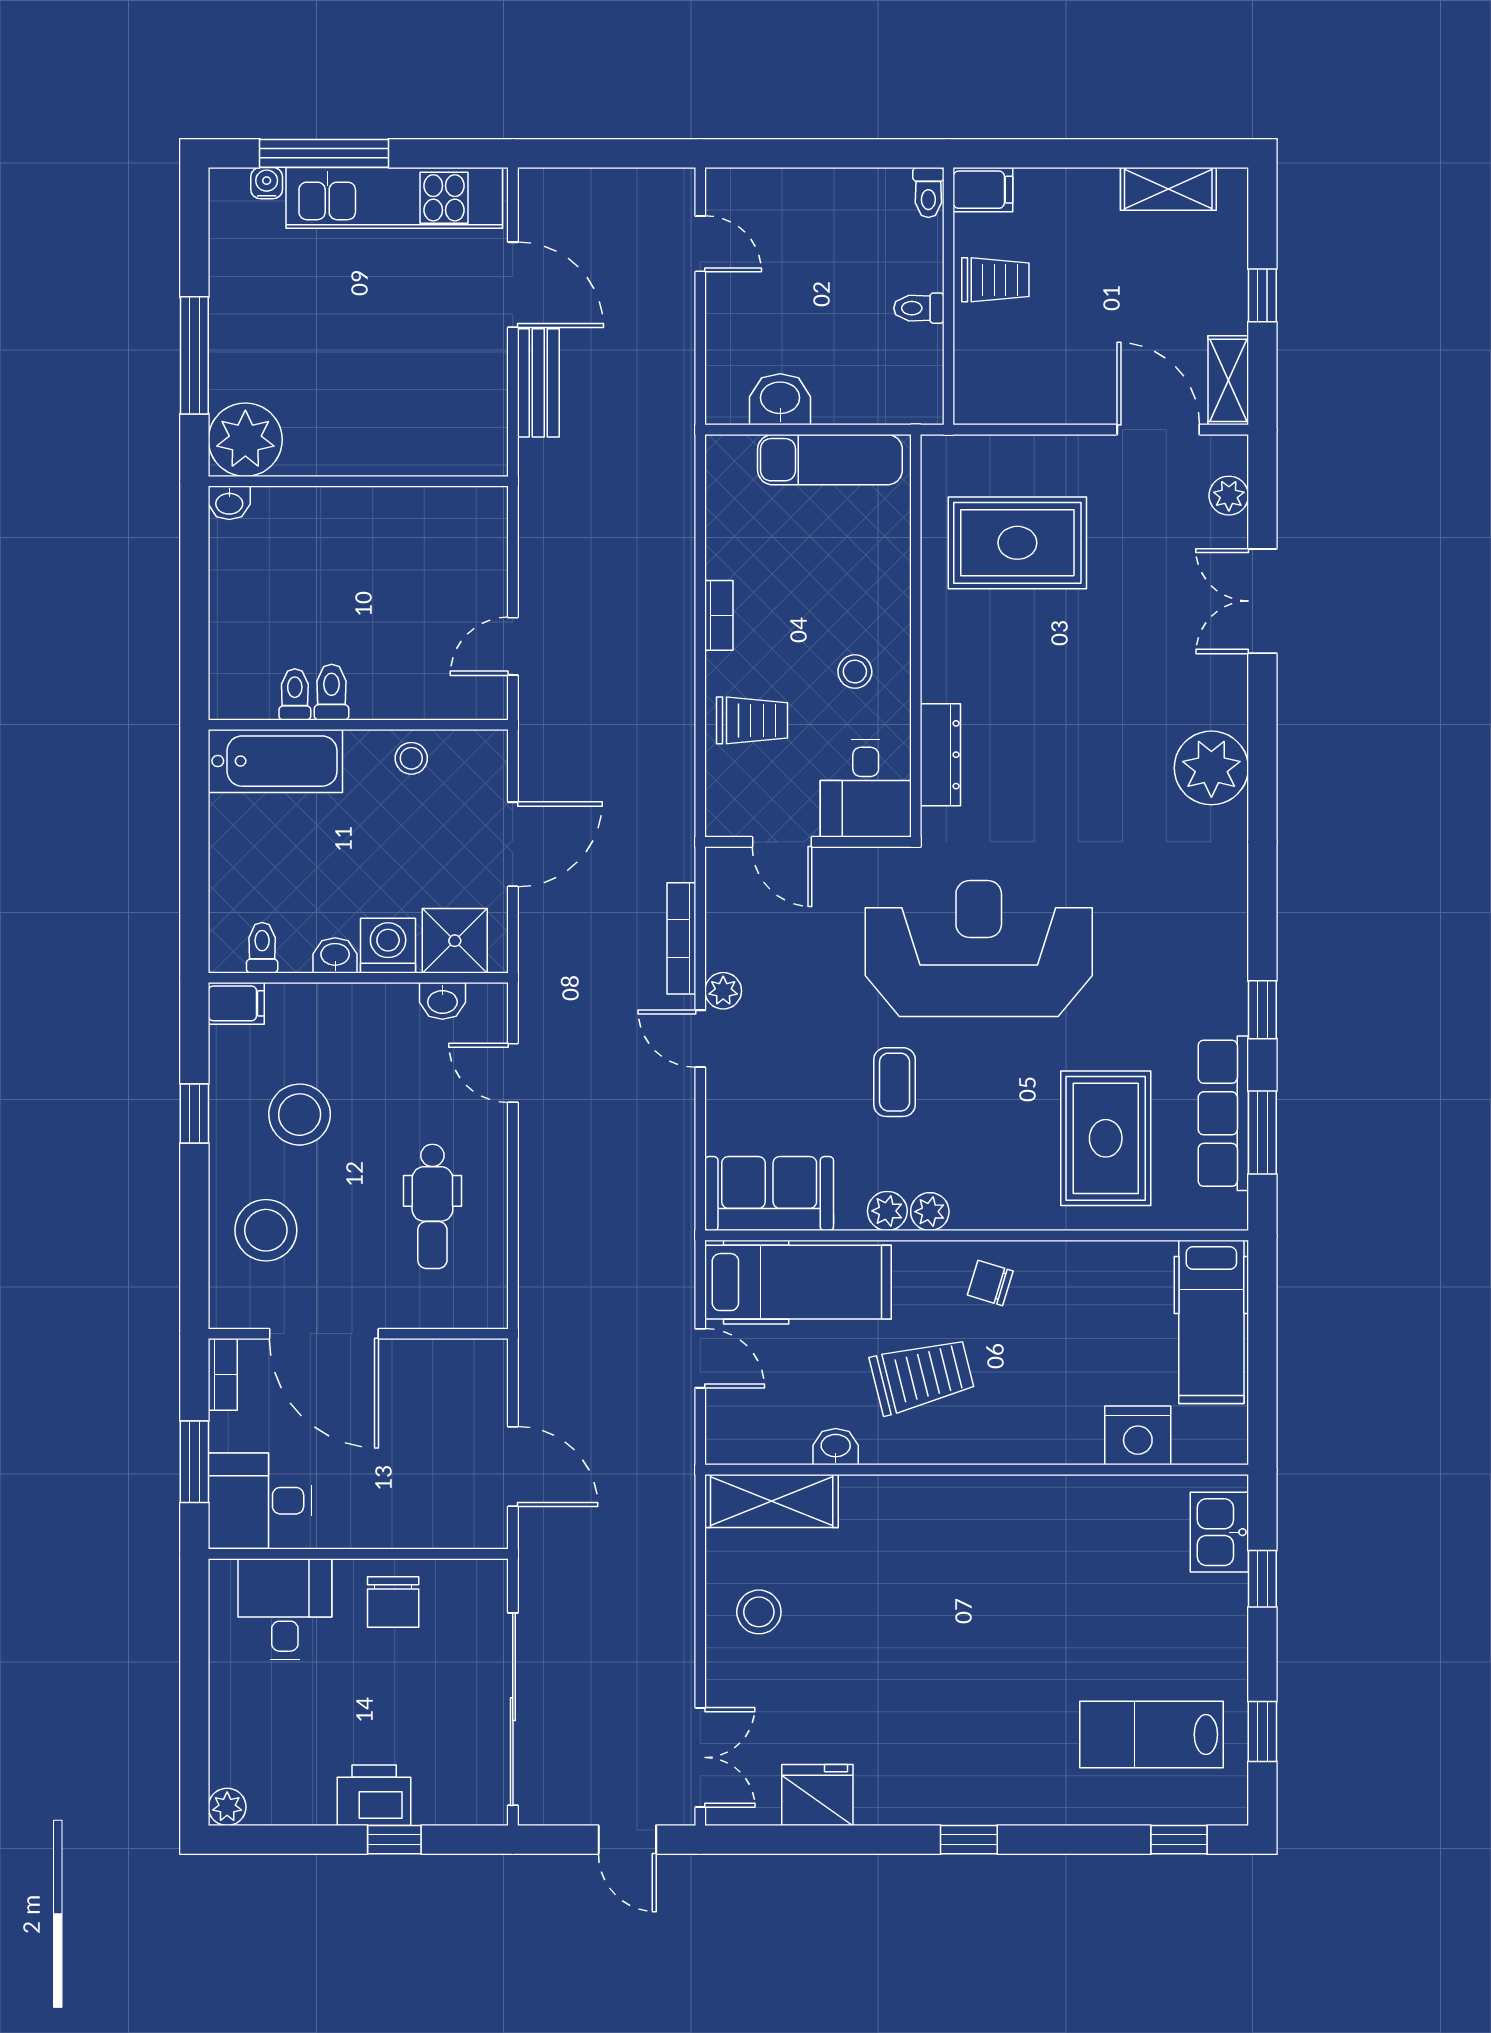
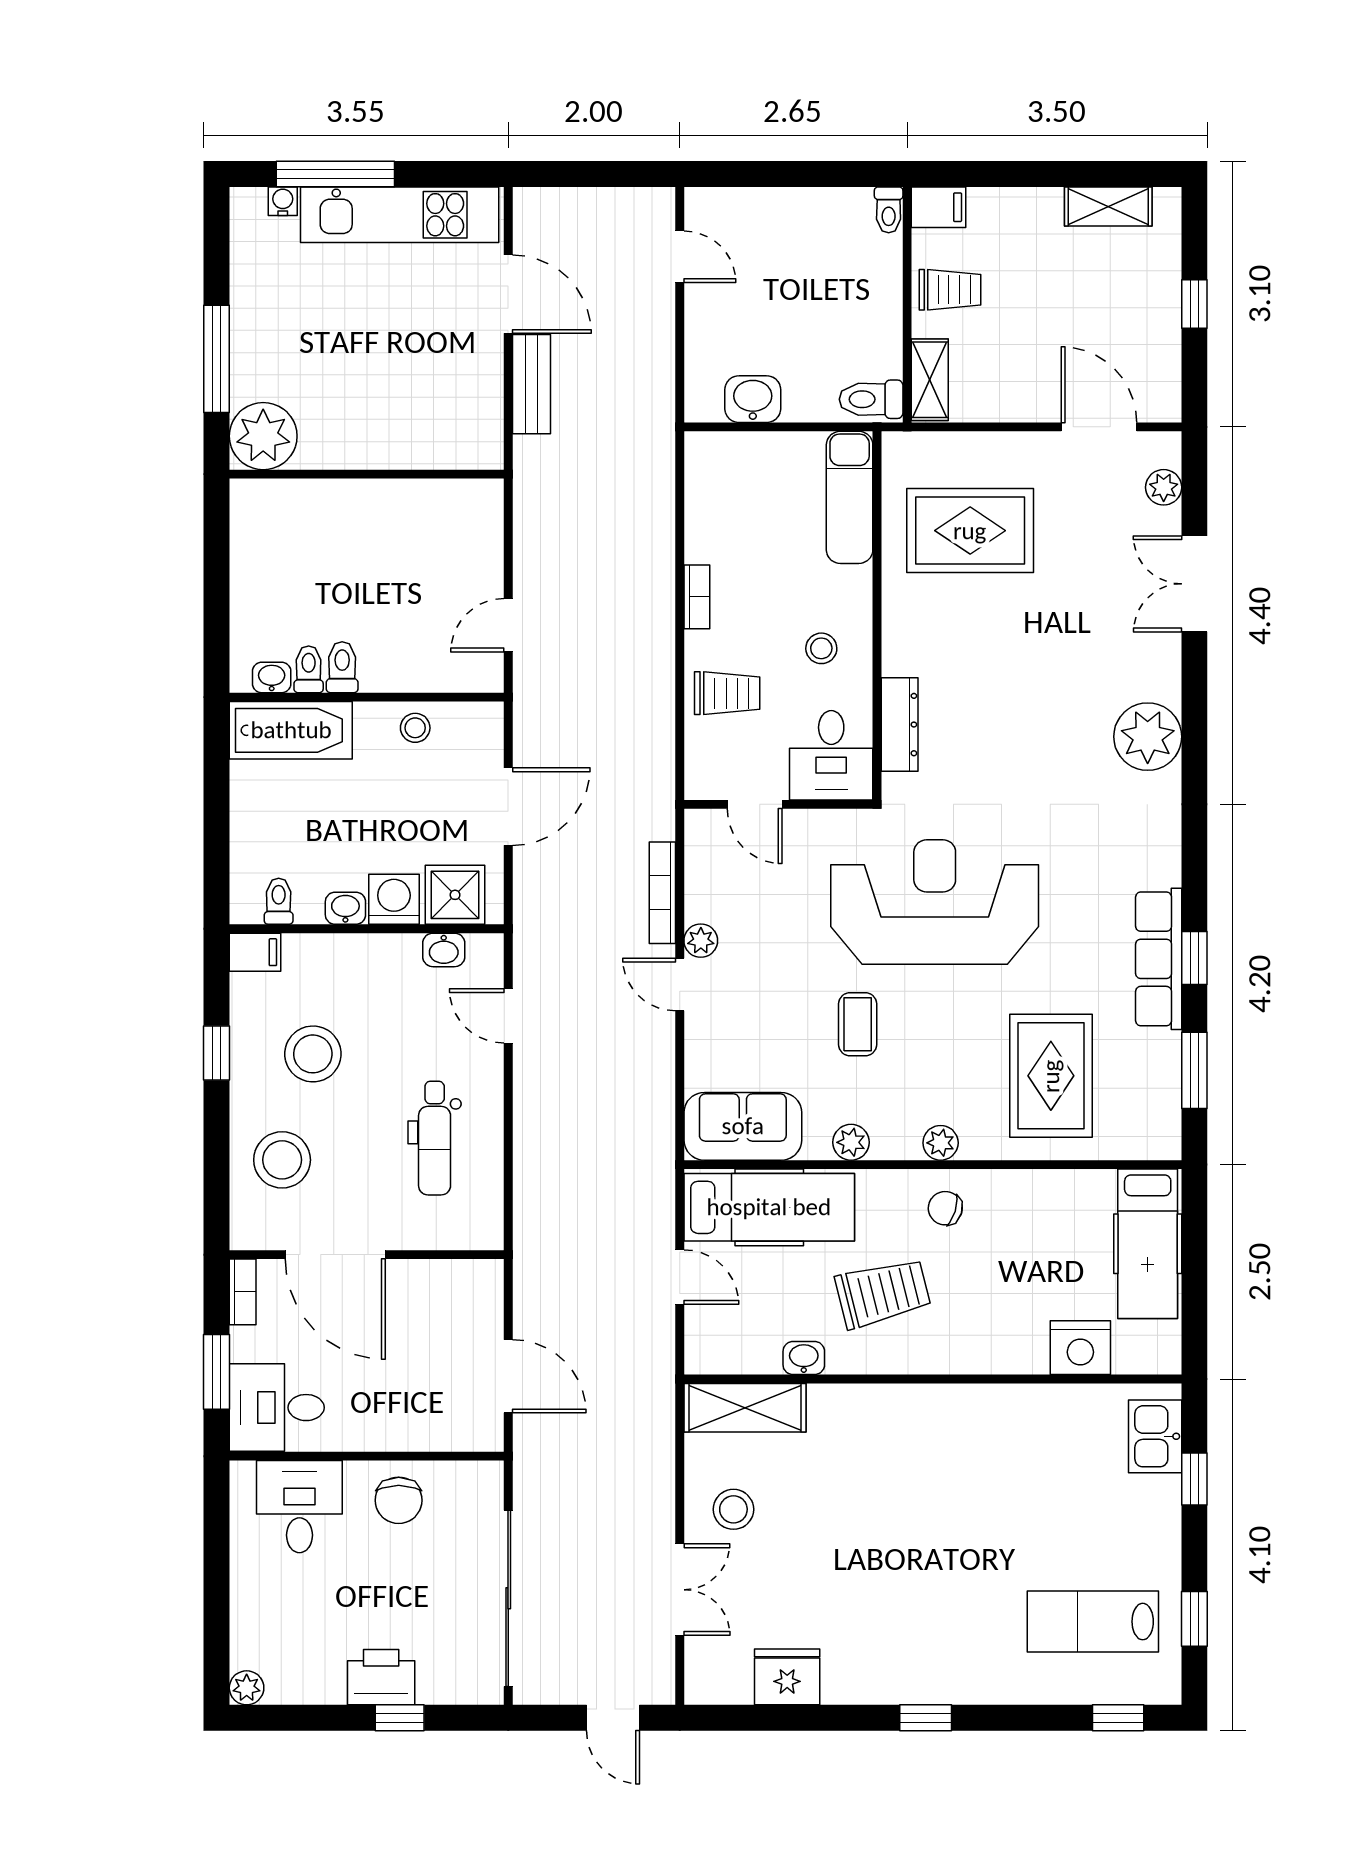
toilet: (919, 308) -> (871, 399), moved, width x1.37, depth x1.39
shelving: (1228, 380) -> (930, 380), moved
exam couch: (830, 460) -> (850, 497), moved, turned 90
washbasin: (229, 503) -> (272, 677), moved, turned 180
row of seats: (1223, 1113) -> (1159, 959), moved
plant: (930, 1212) -> (941, 1143), moved
double door: (700, 1757) -> (680, 1590), moved

